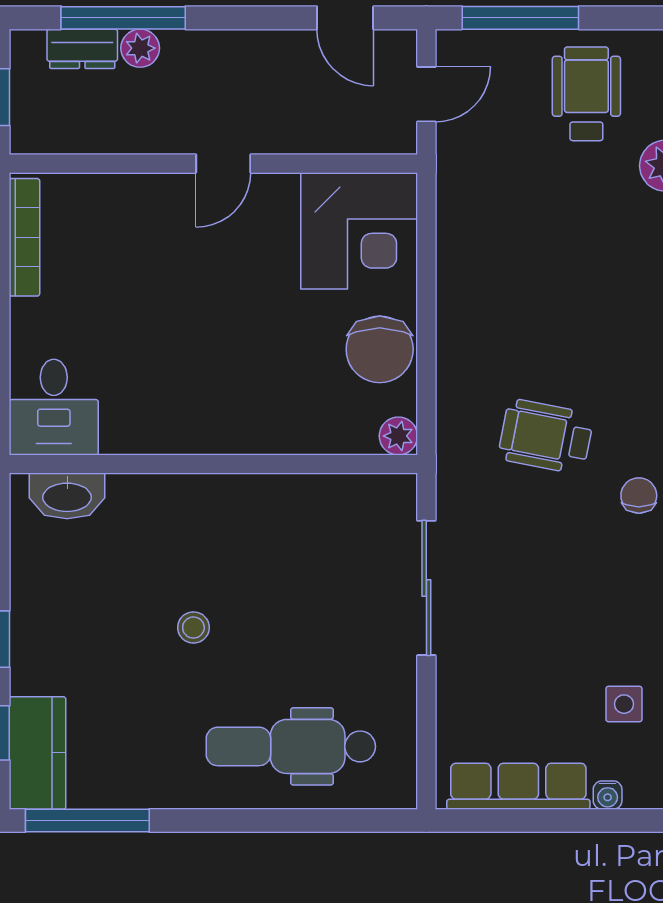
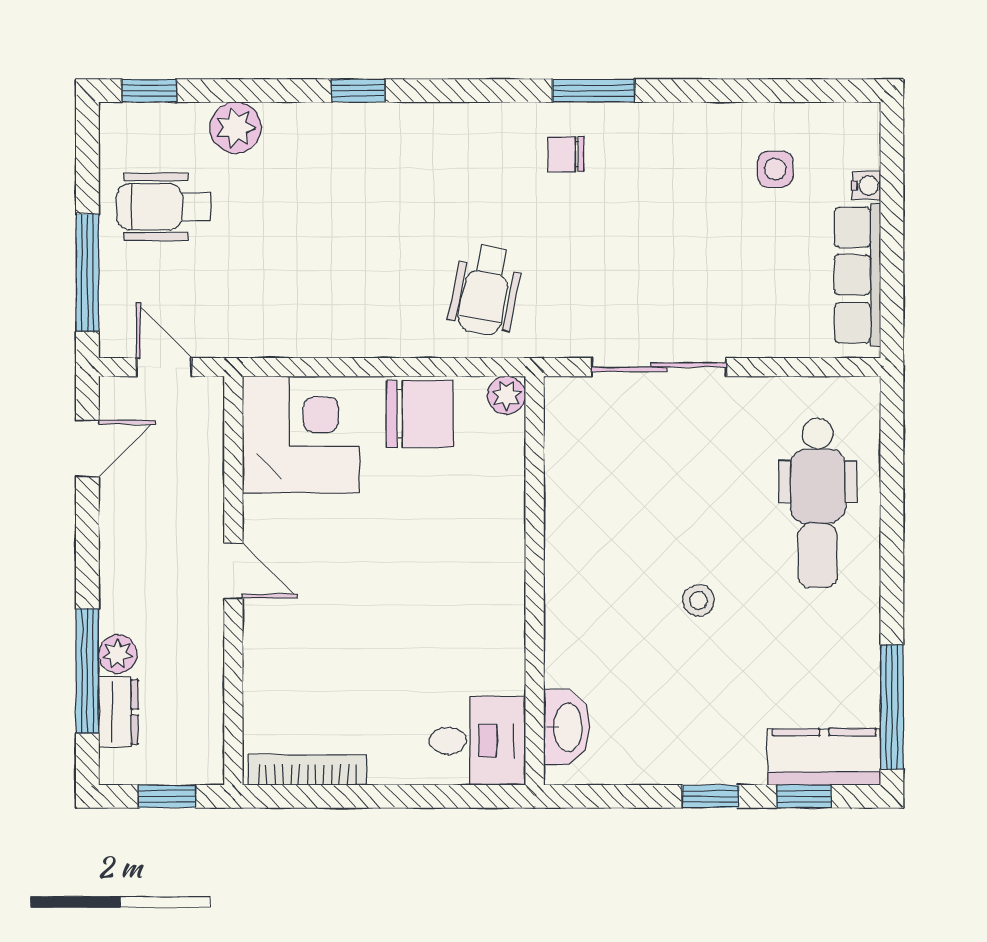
wheelchair: (546, 436) -> (486, 290), moved

